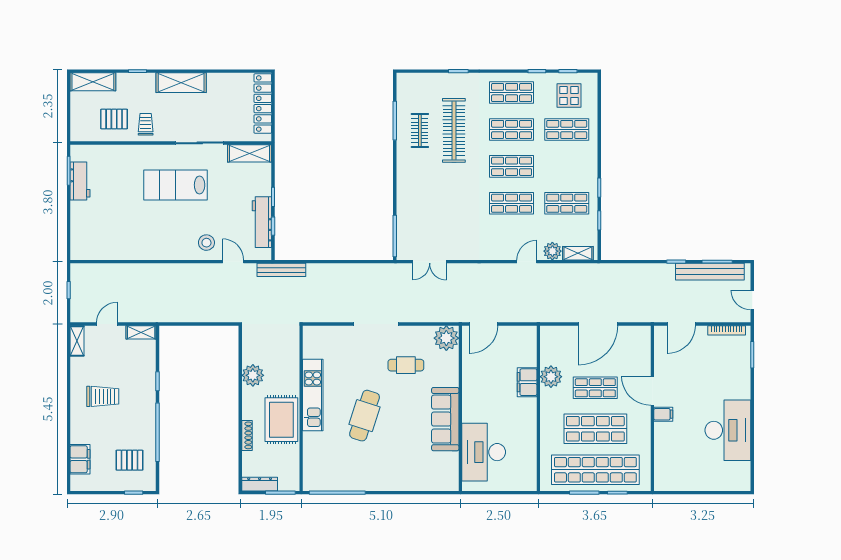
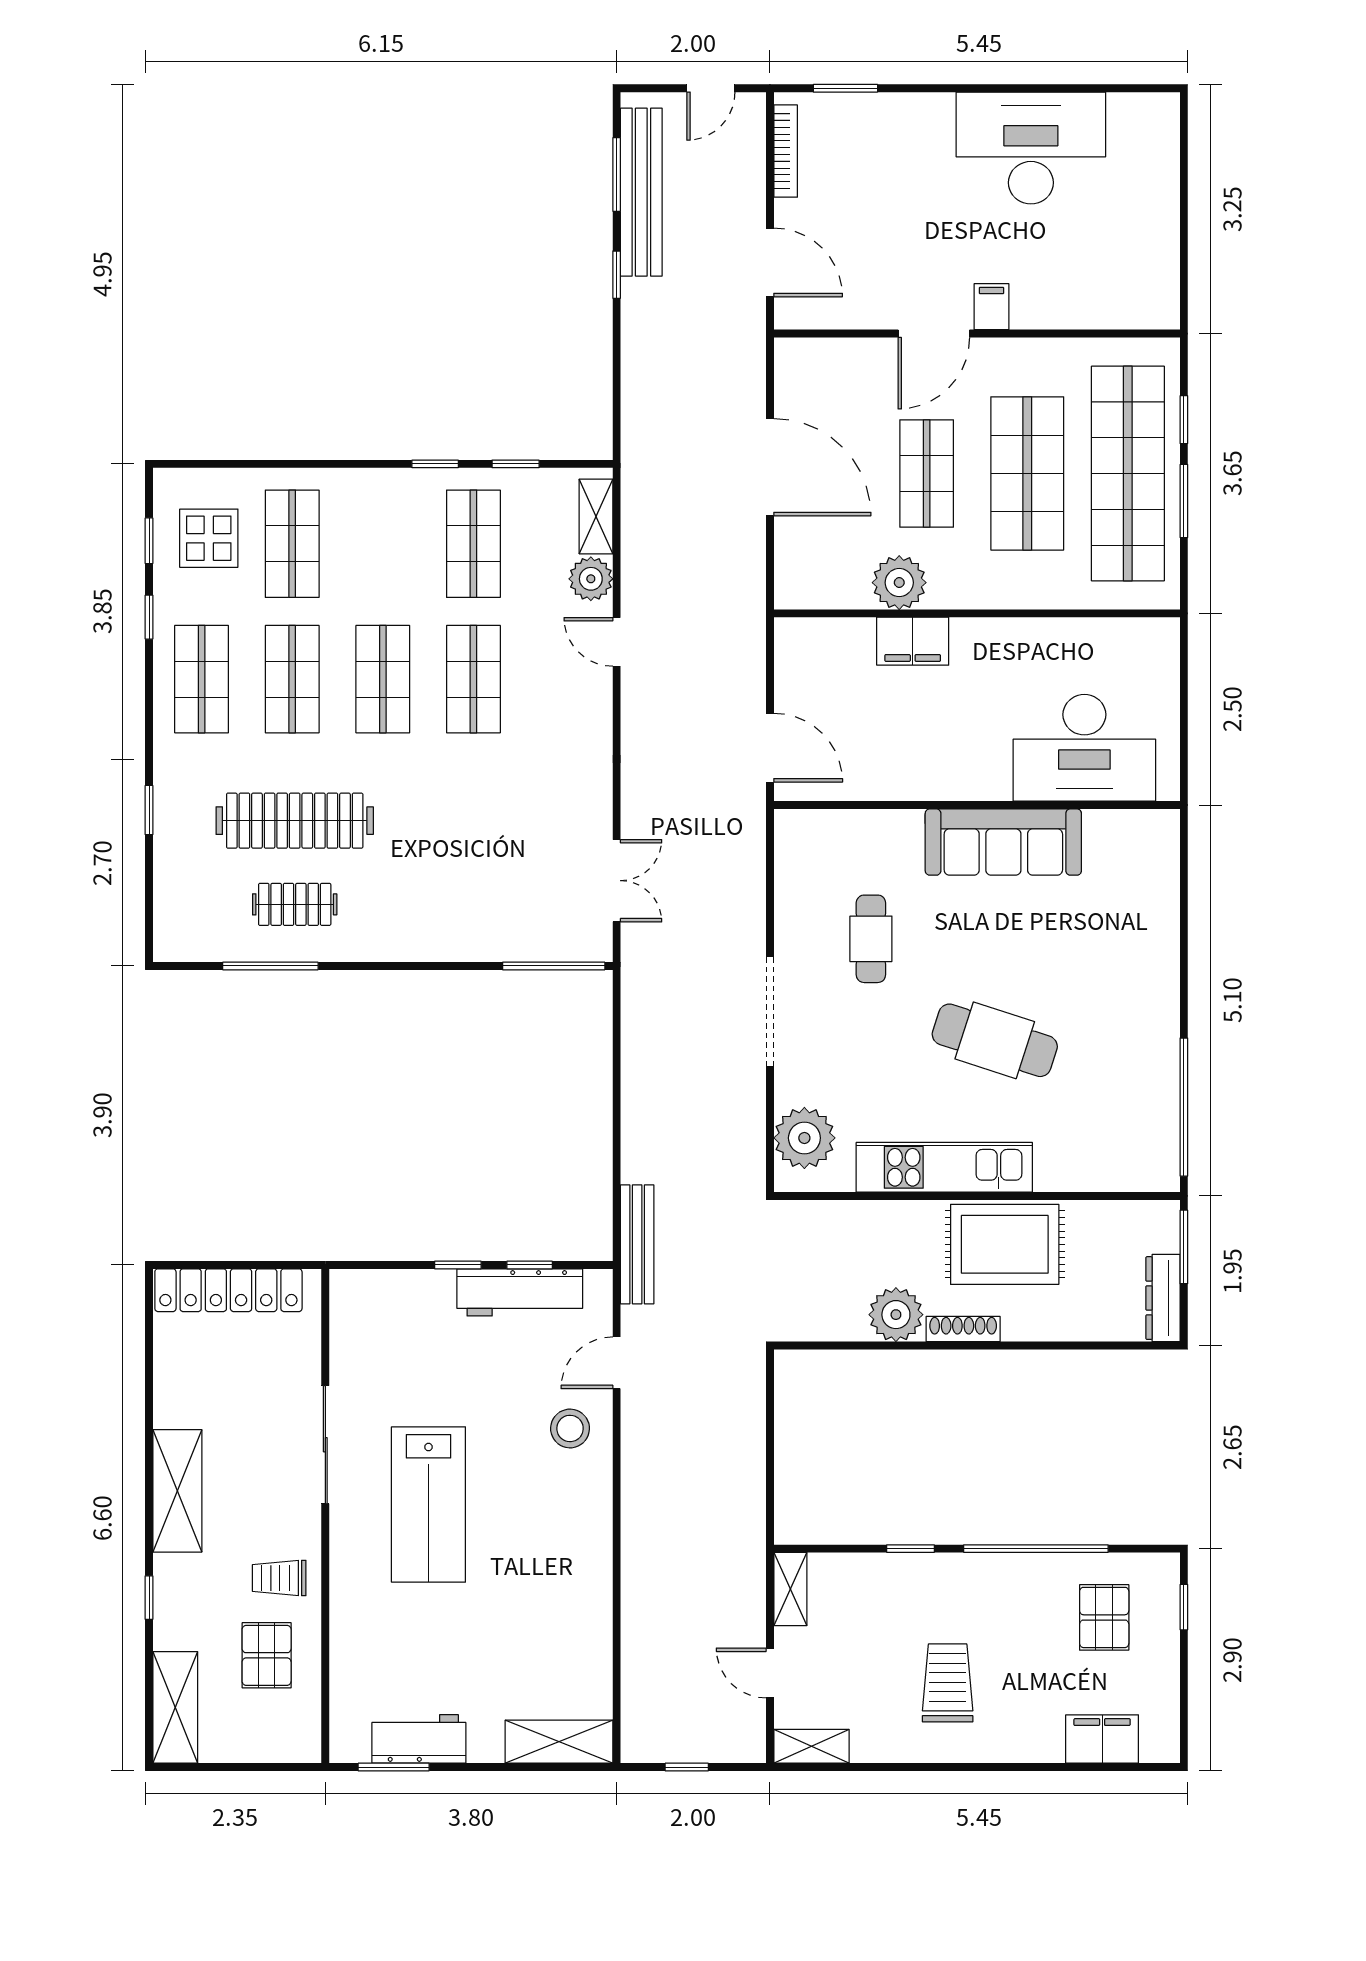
shelving: (250, 153) -> (559, 1742), moved, turned 90
plant: (446, 338) -> (804, 1138), moved
shoe rack: (247, 435) -> (963, 1329), moved

